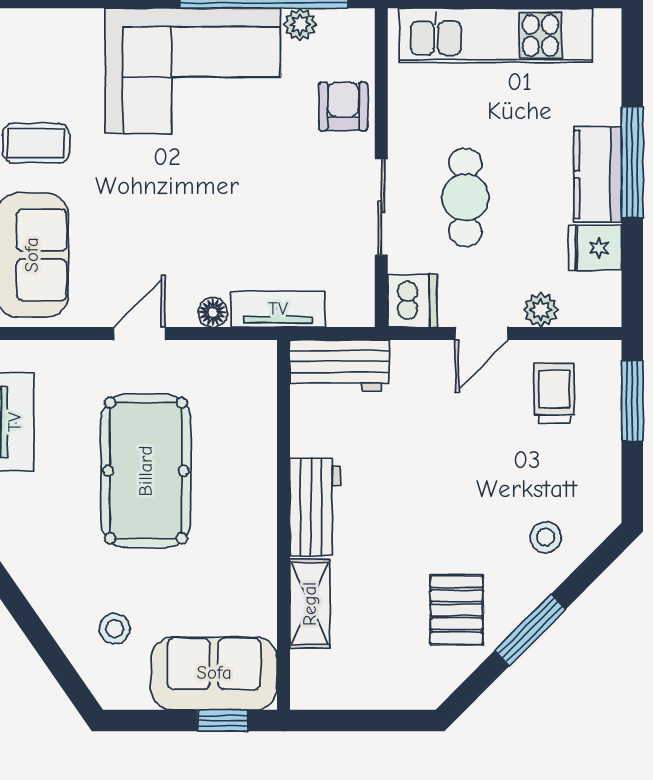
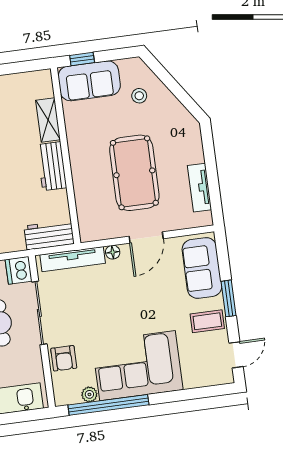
sliding door: (381, 207) -> (39, 313), width x1.37
tv unit: (278, 309) -> (73, 259), width x1.41
door: (139, 334) -> (146, 237), width x1.37

